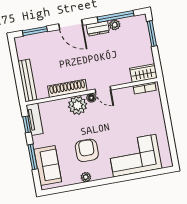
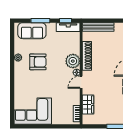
wardrobe: (143, 73) -> (88, 105), moved
corner sofa: (135, 156) -> (33, 111), moved, turned -90

